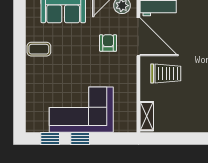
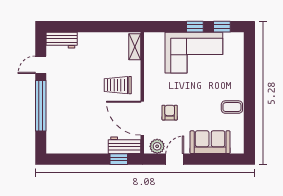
armchair: (108, 43) -> (170, 113), turned 180

